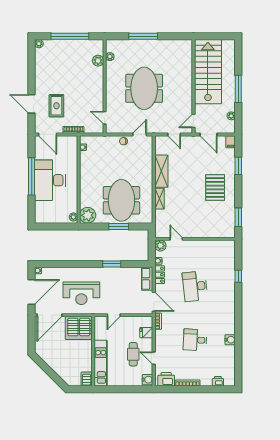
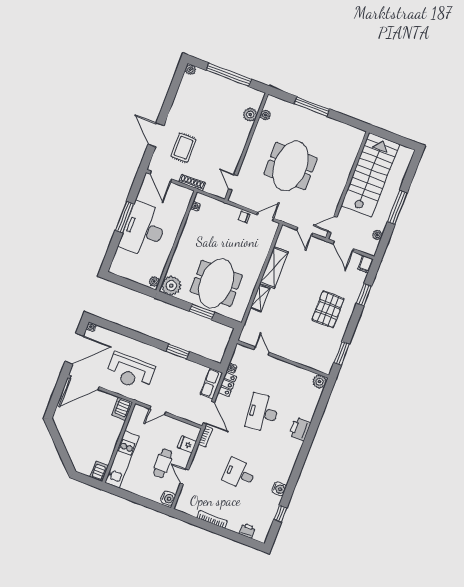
window: (32, 176) -> (124, 217), width x0.68
plant: (160, 246) -> (319, 382), moved
window: (238, 276) -> (280, 514), moved
server rack: (79, 328) -> (122, 409), width x0.46, depth x0.70
printer: (166, 379) -> (300, 429), moved, turned -90

